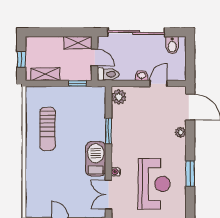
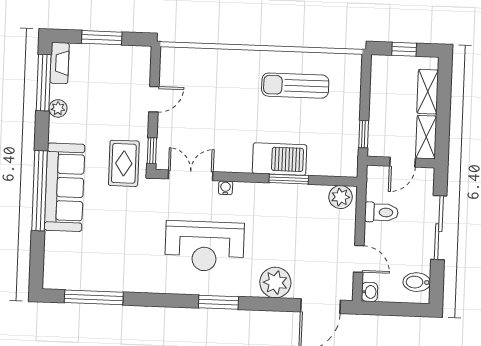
sliding door: (136, 32) -> (439, 228), width x0.73
shelving: (45, 74) -> (428, 92), moved
toilet: (108, 74) -> (381, 212), moved, turned -90
washbasin: (142, 76) -> (370, 292), moved
plant: (181, 132) -> (275, 283), width x1.88, depth x1.88
barbecue: (96, 159) -> (279, 159), moved

